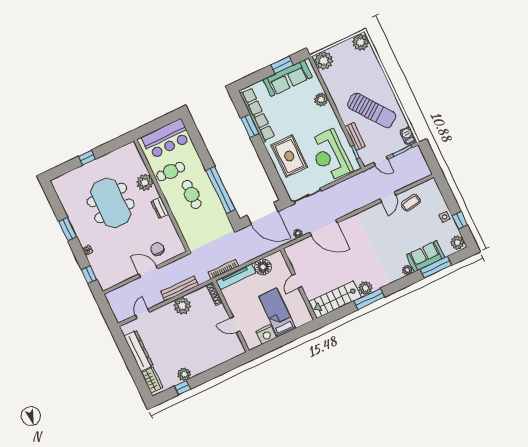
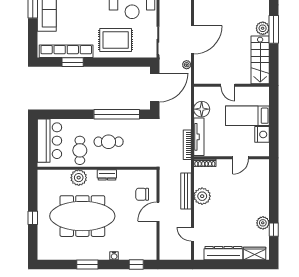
meeting table: (111, 203) -> (82, 216), width x1.36

